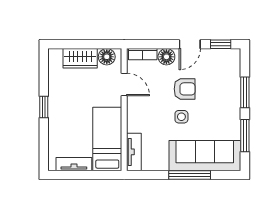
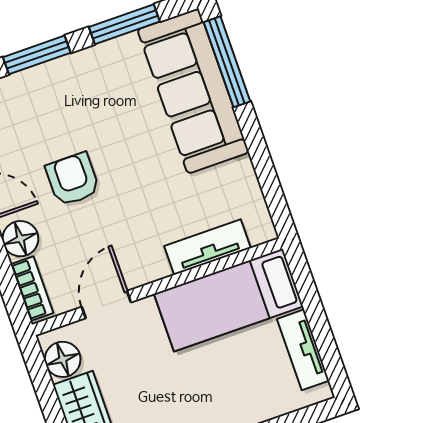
side table: (181, 117) -> (131, 166), removed
tv unit: (134, 152) -> (207, 247), moved
window: (190, 175) -> (227, 62), moved

